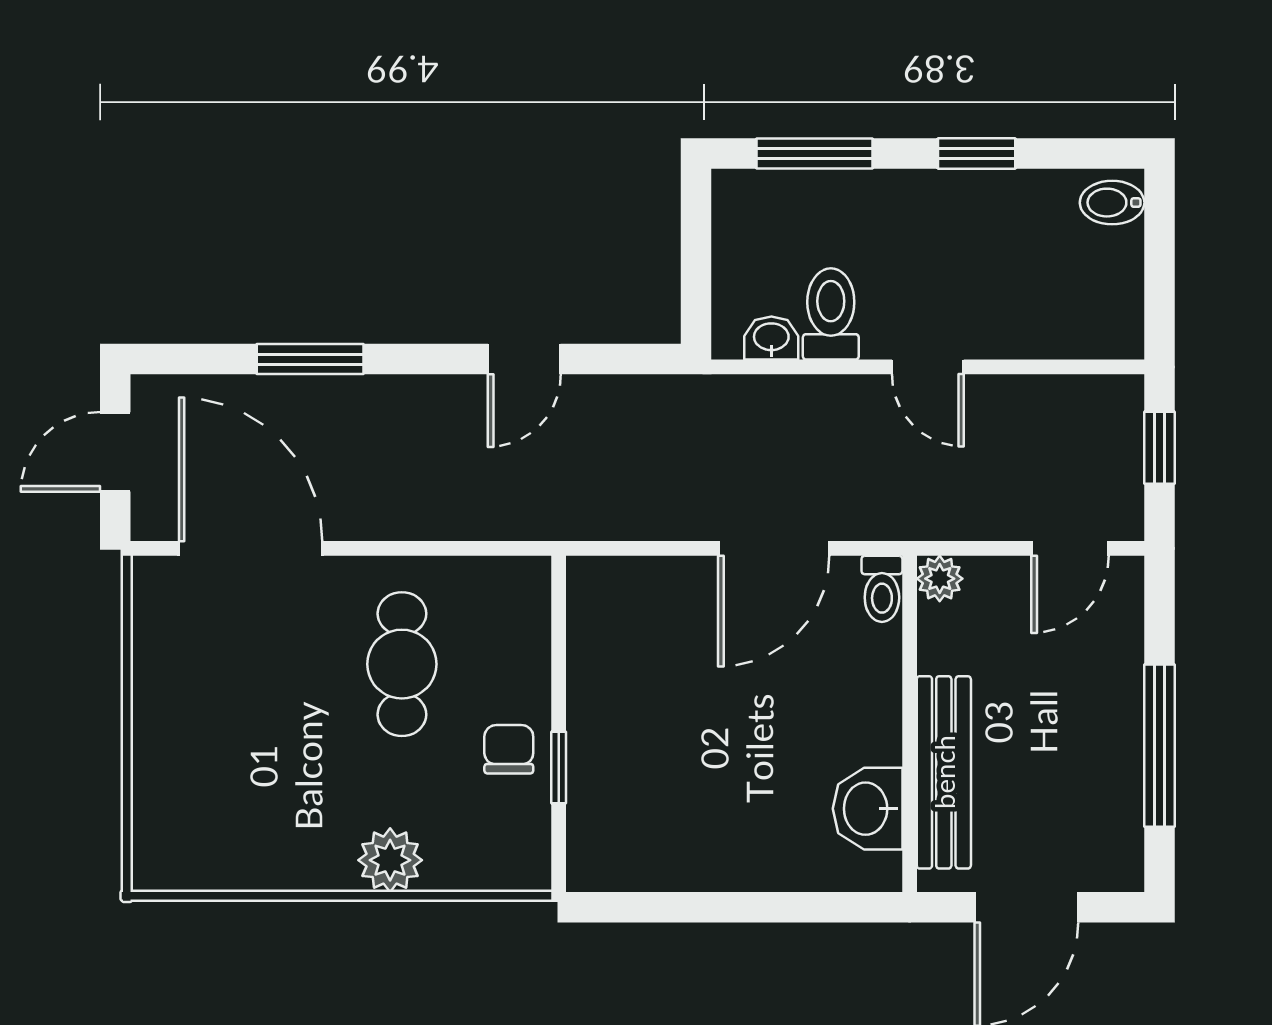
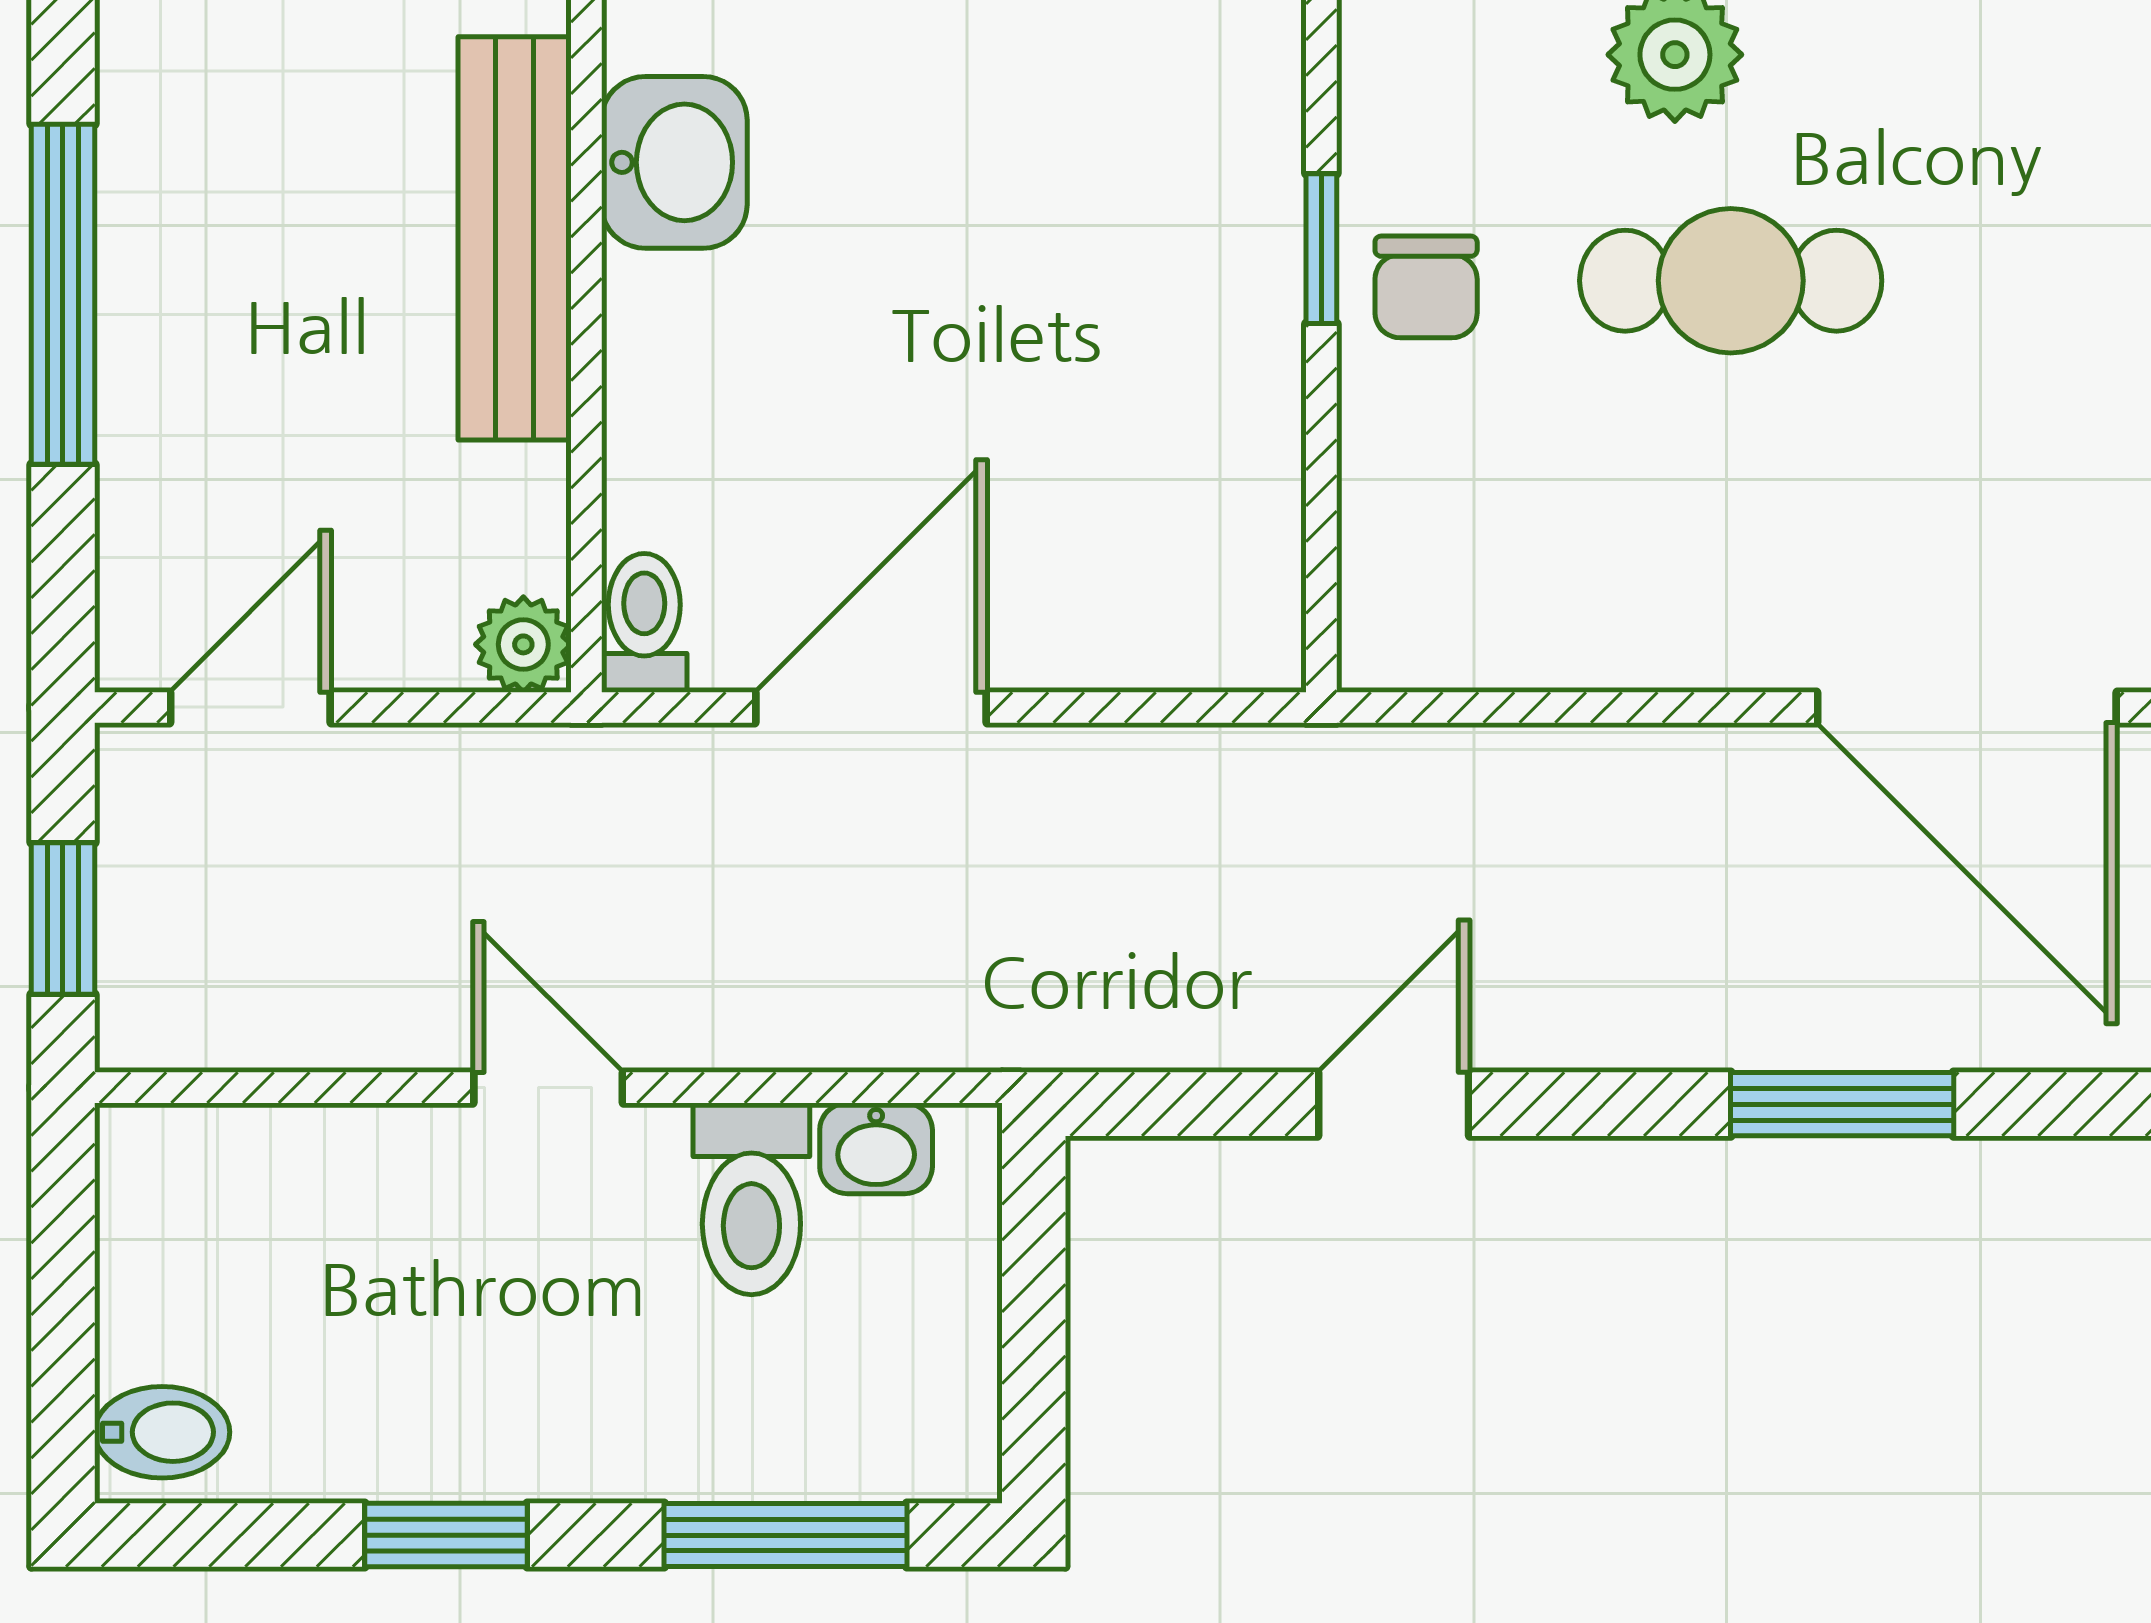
cafe table: (402, 664) -> (1731, 281), moved, turned 90

